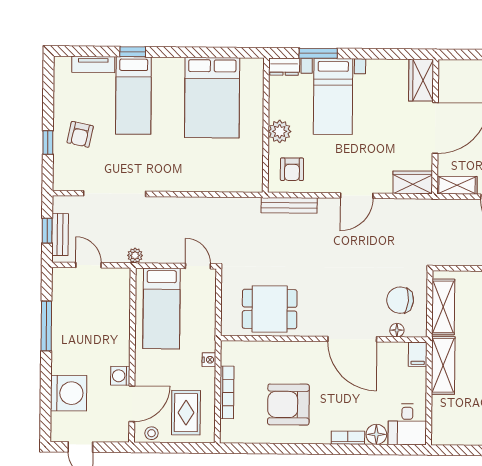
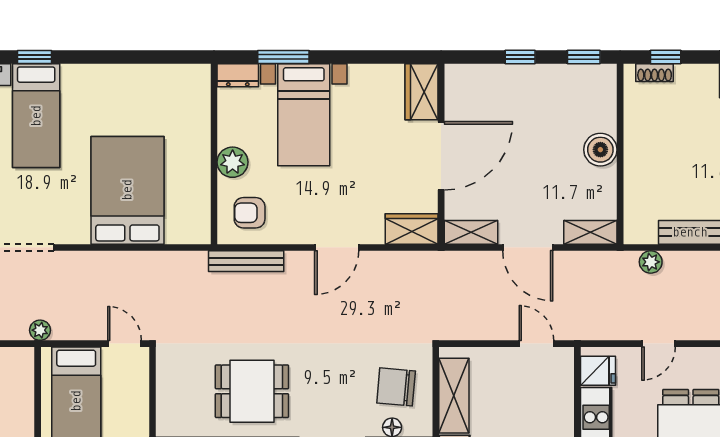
bed: (212, 98) -> (127, 190), moved, turned 180
armchair: (292, 169) -> (250, 213), turned 90
dining table: (270, 309) -> (252, 391), moved

